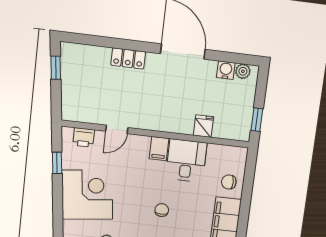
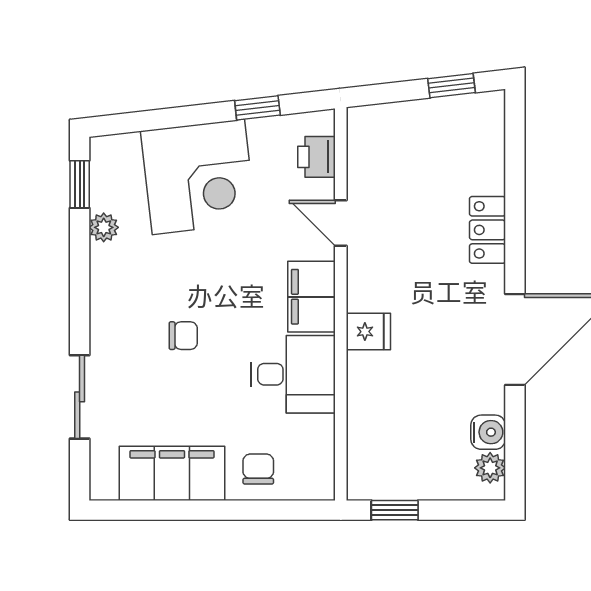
fridge: (203, 126) -> (368, 332), moved
filing cabinet: (159, 149) -> (311, 297), width x2.00

